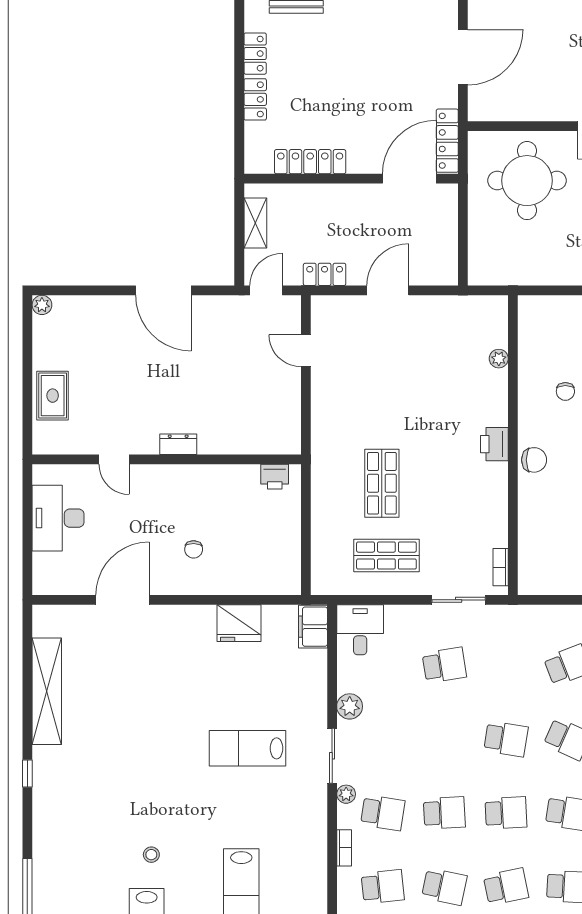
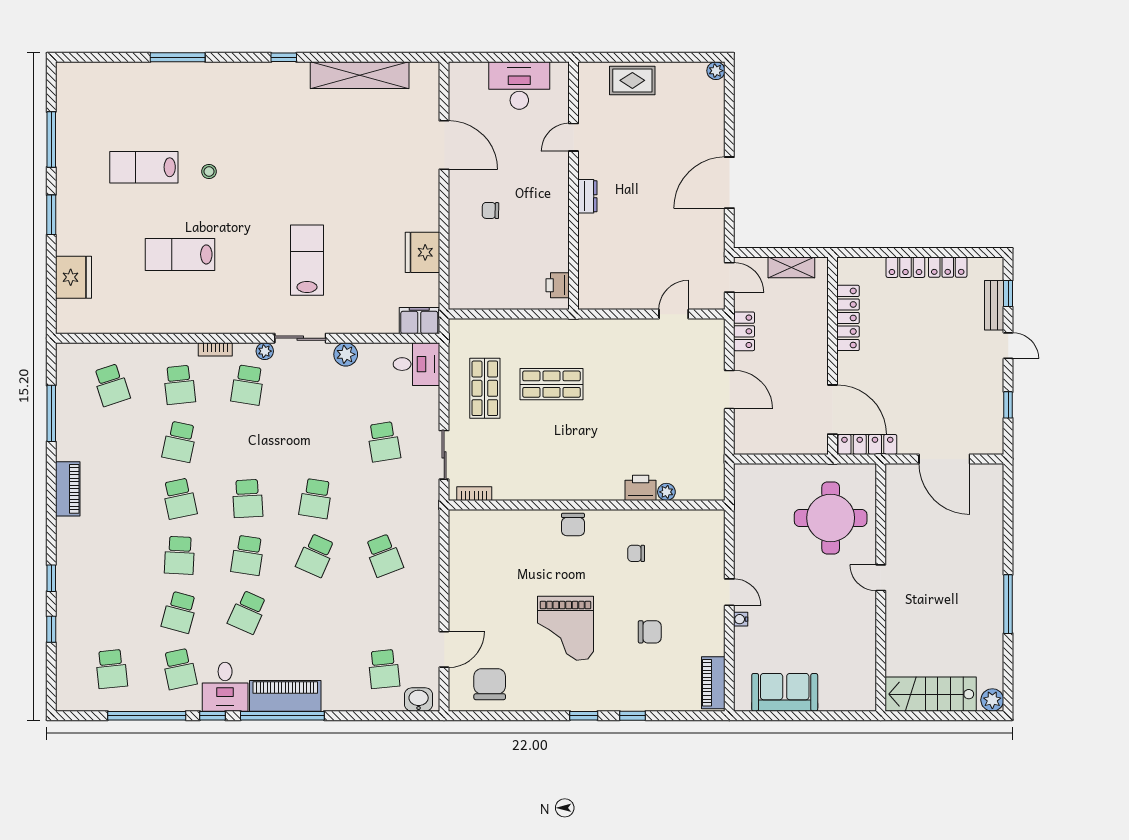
printer: (494, 444) -> (641, 488), moved
school desk: (444, 813) -> (248, 442), removed

